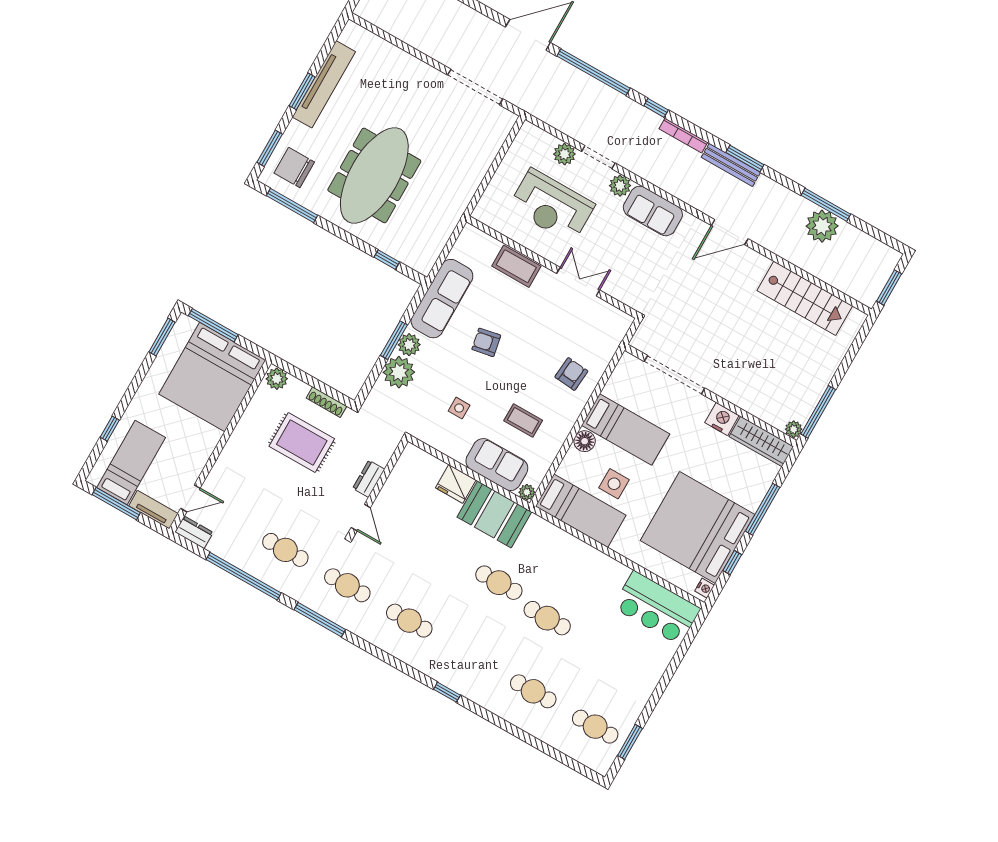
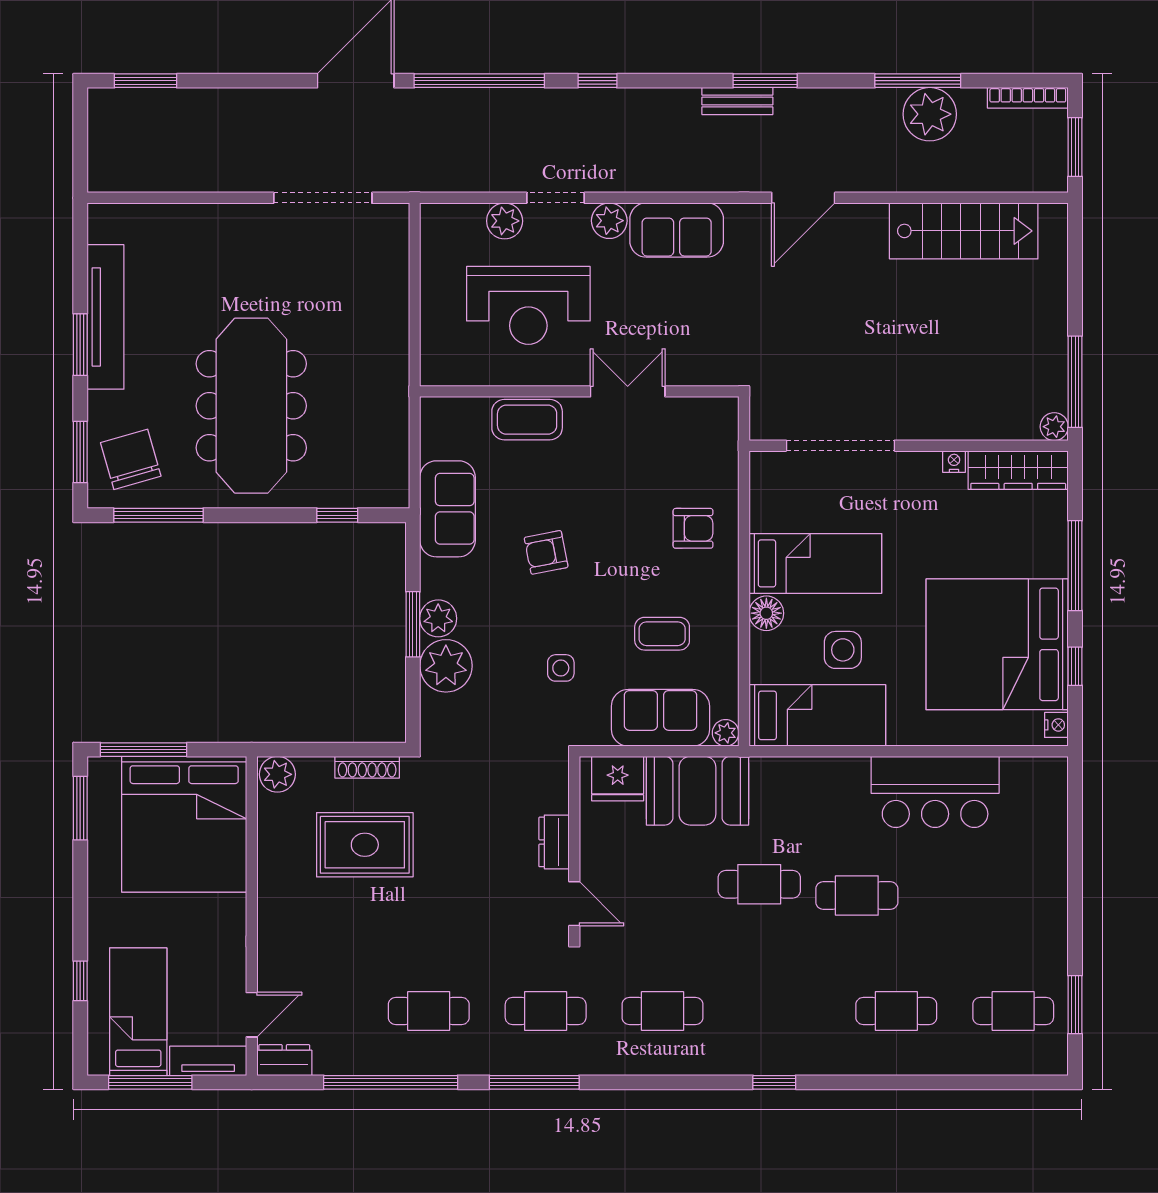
bookcase: (683, 135) -> (1028, 98), moved
bench: (731, 165) -> (737, 101), width x0.73
chair: (294, 167) -> (131, 459), turned 74
sofa: (442, 299) -> (448, 509), width x0.73
armchair: (571, 374) -> (693, 528), turned 85
nightstand: (722, 419) -> (954, 462), width x0.53, depth x0.56
dresser: (369, 479) -> (554, 842), moved
wall: (378, 487) -> (574, 846), moved
door: (361, 518) -> (574, 904), moved
bar counter: (657, 608) -> (935, 792), moved

